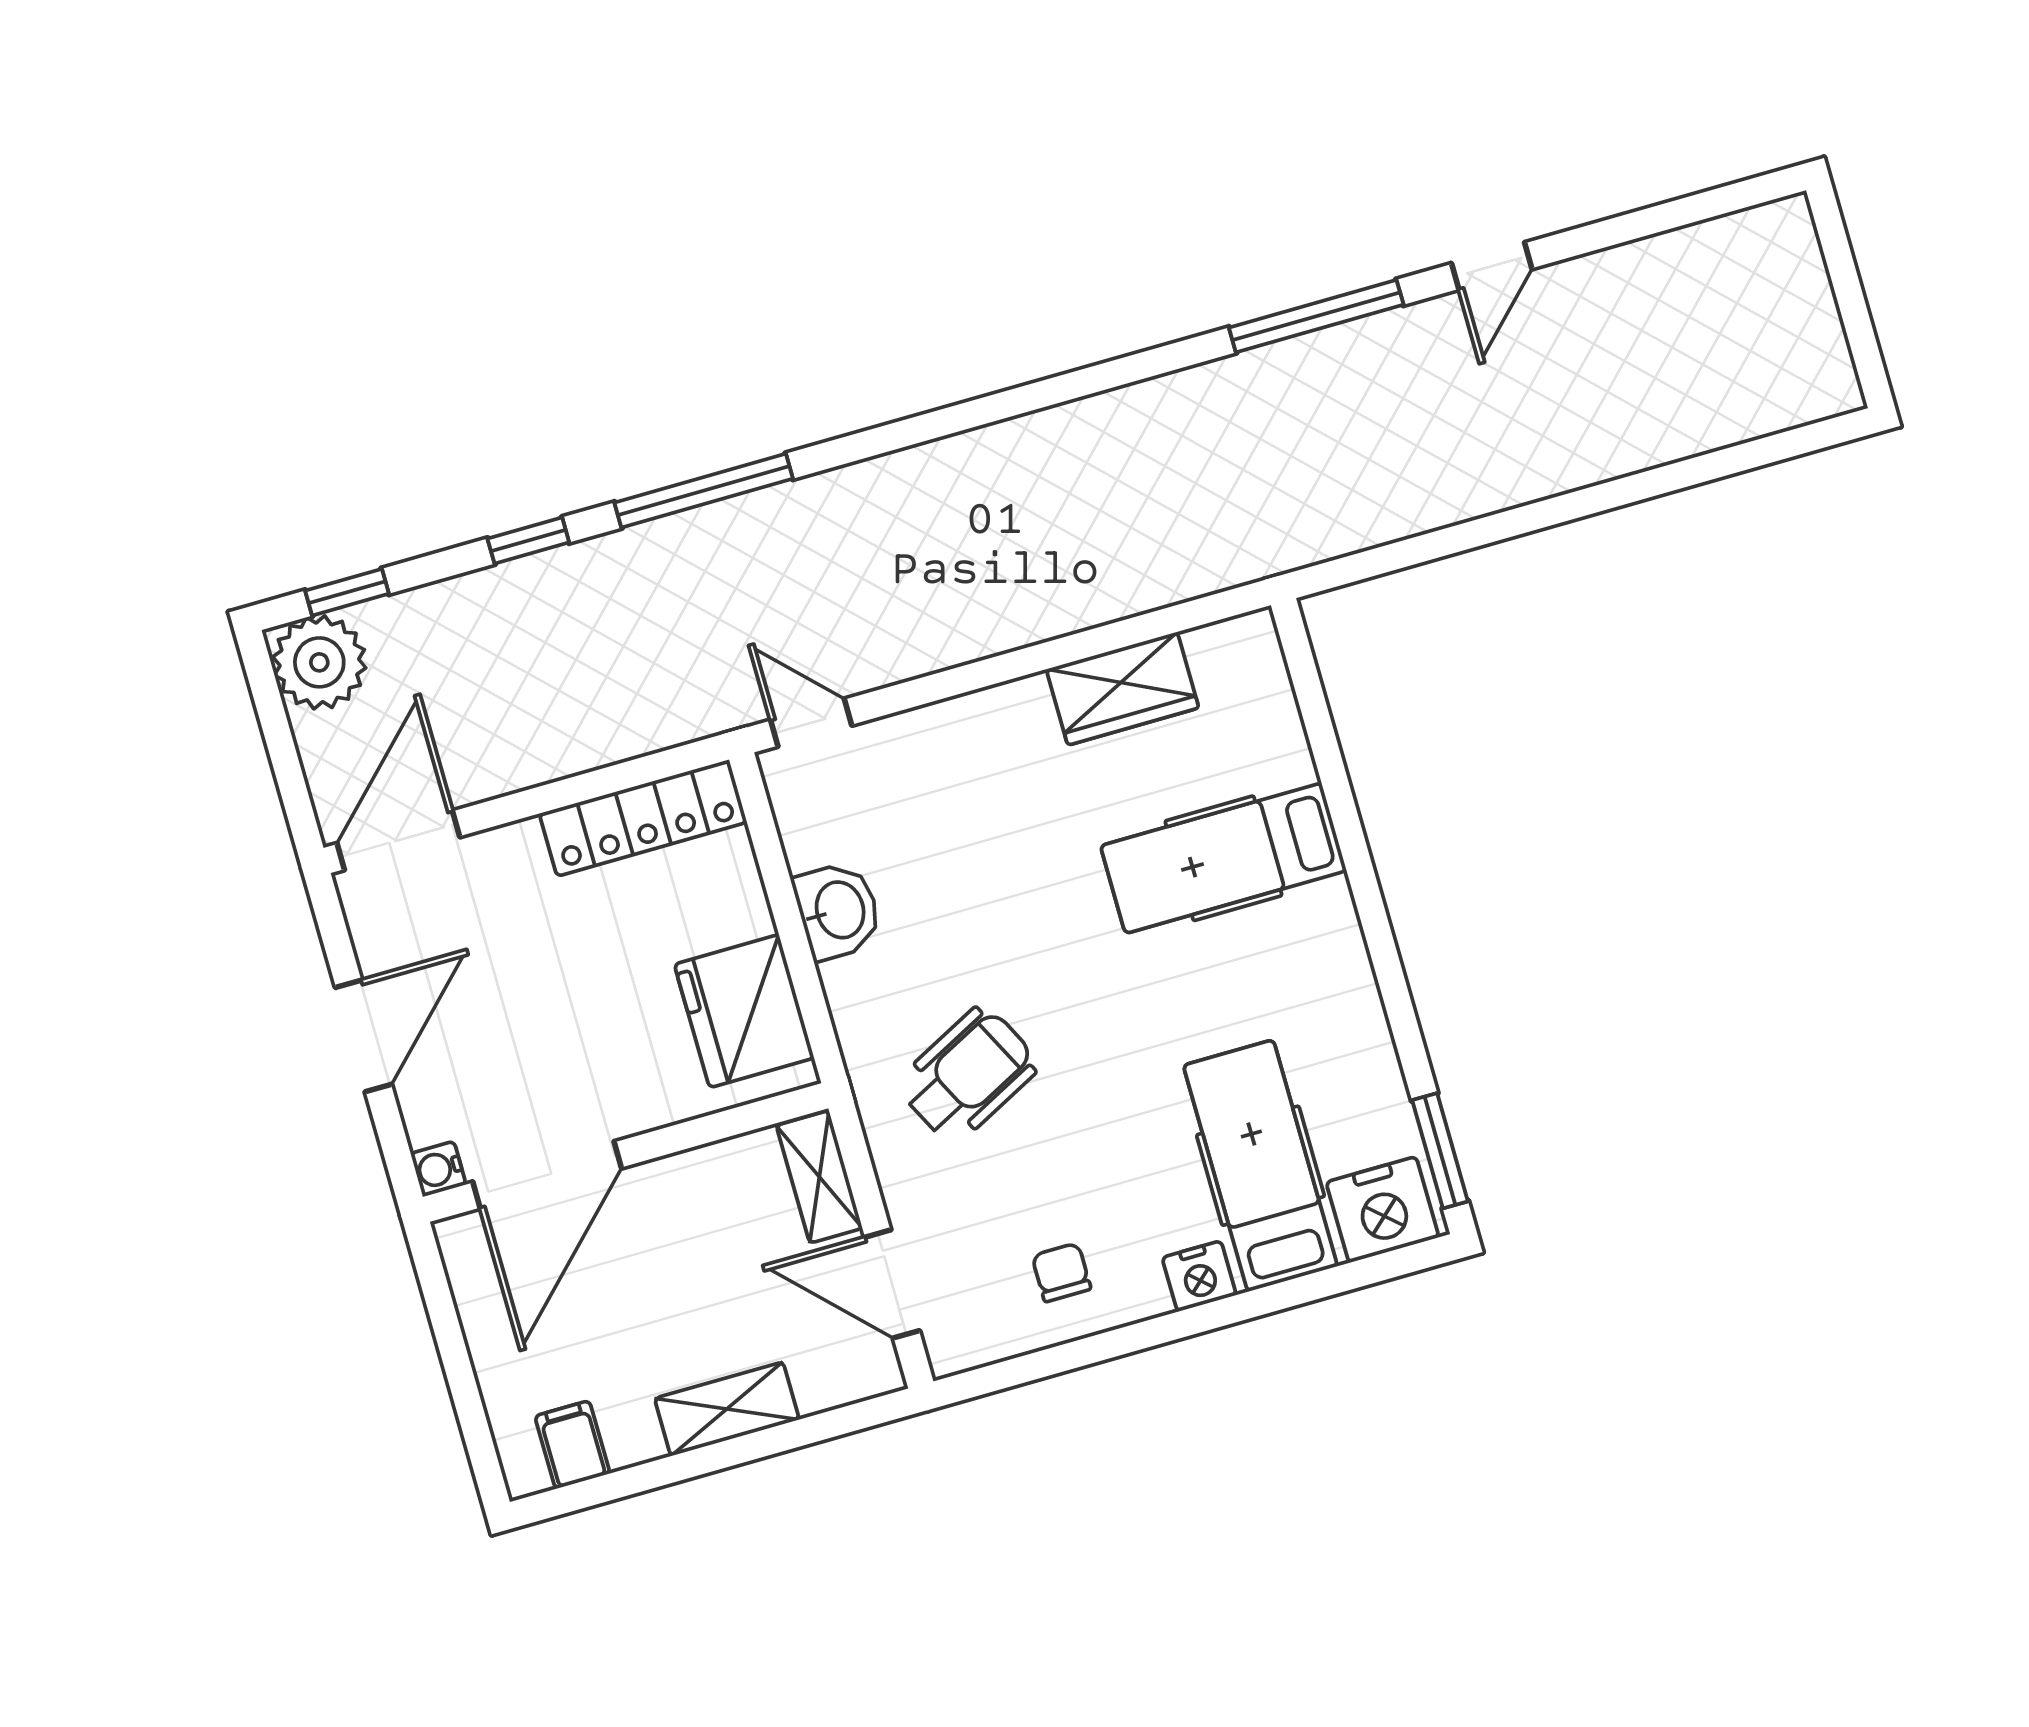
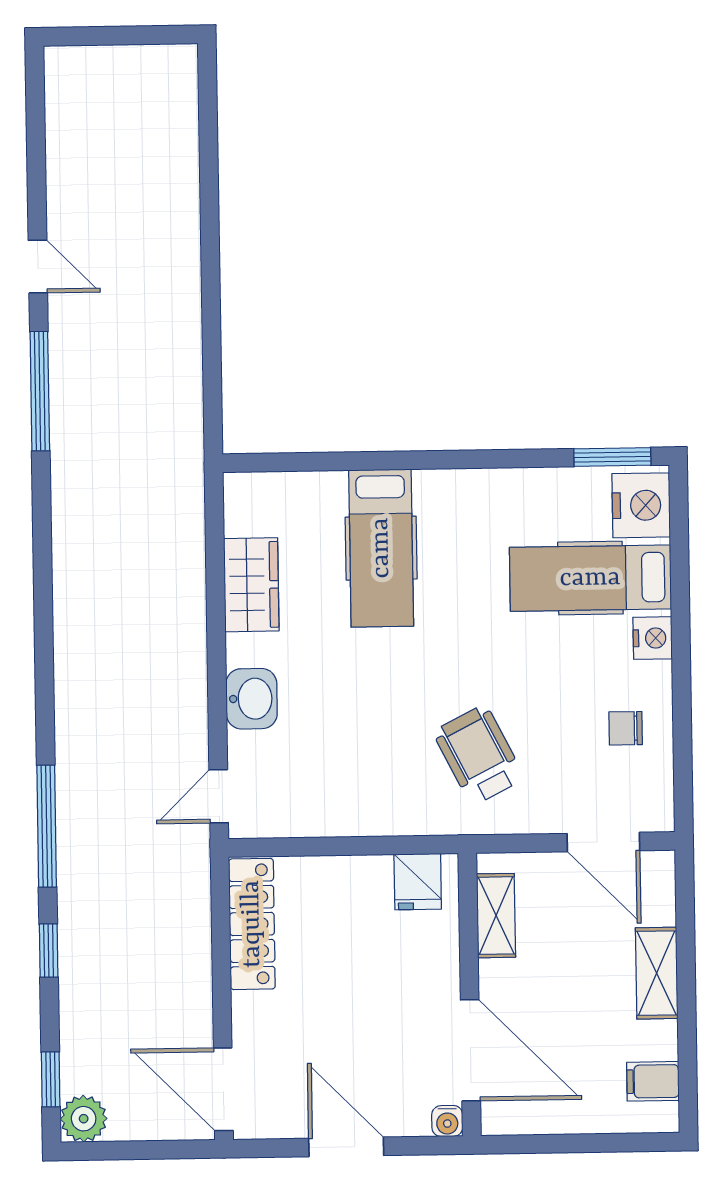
plant: (319, 662) -> (84, 1119), width x0.73, depth x0.73
washbasin: (838, 910) -> (252, 699), moved, turned 90
fridge: (744, 1011) -> (418, 882), width x0.53, depth x0.75
shelving: (819, 1177) -> (496, 916), moved, turned 90
door: (892, 1284) -> (603, 842), hinge flipped

